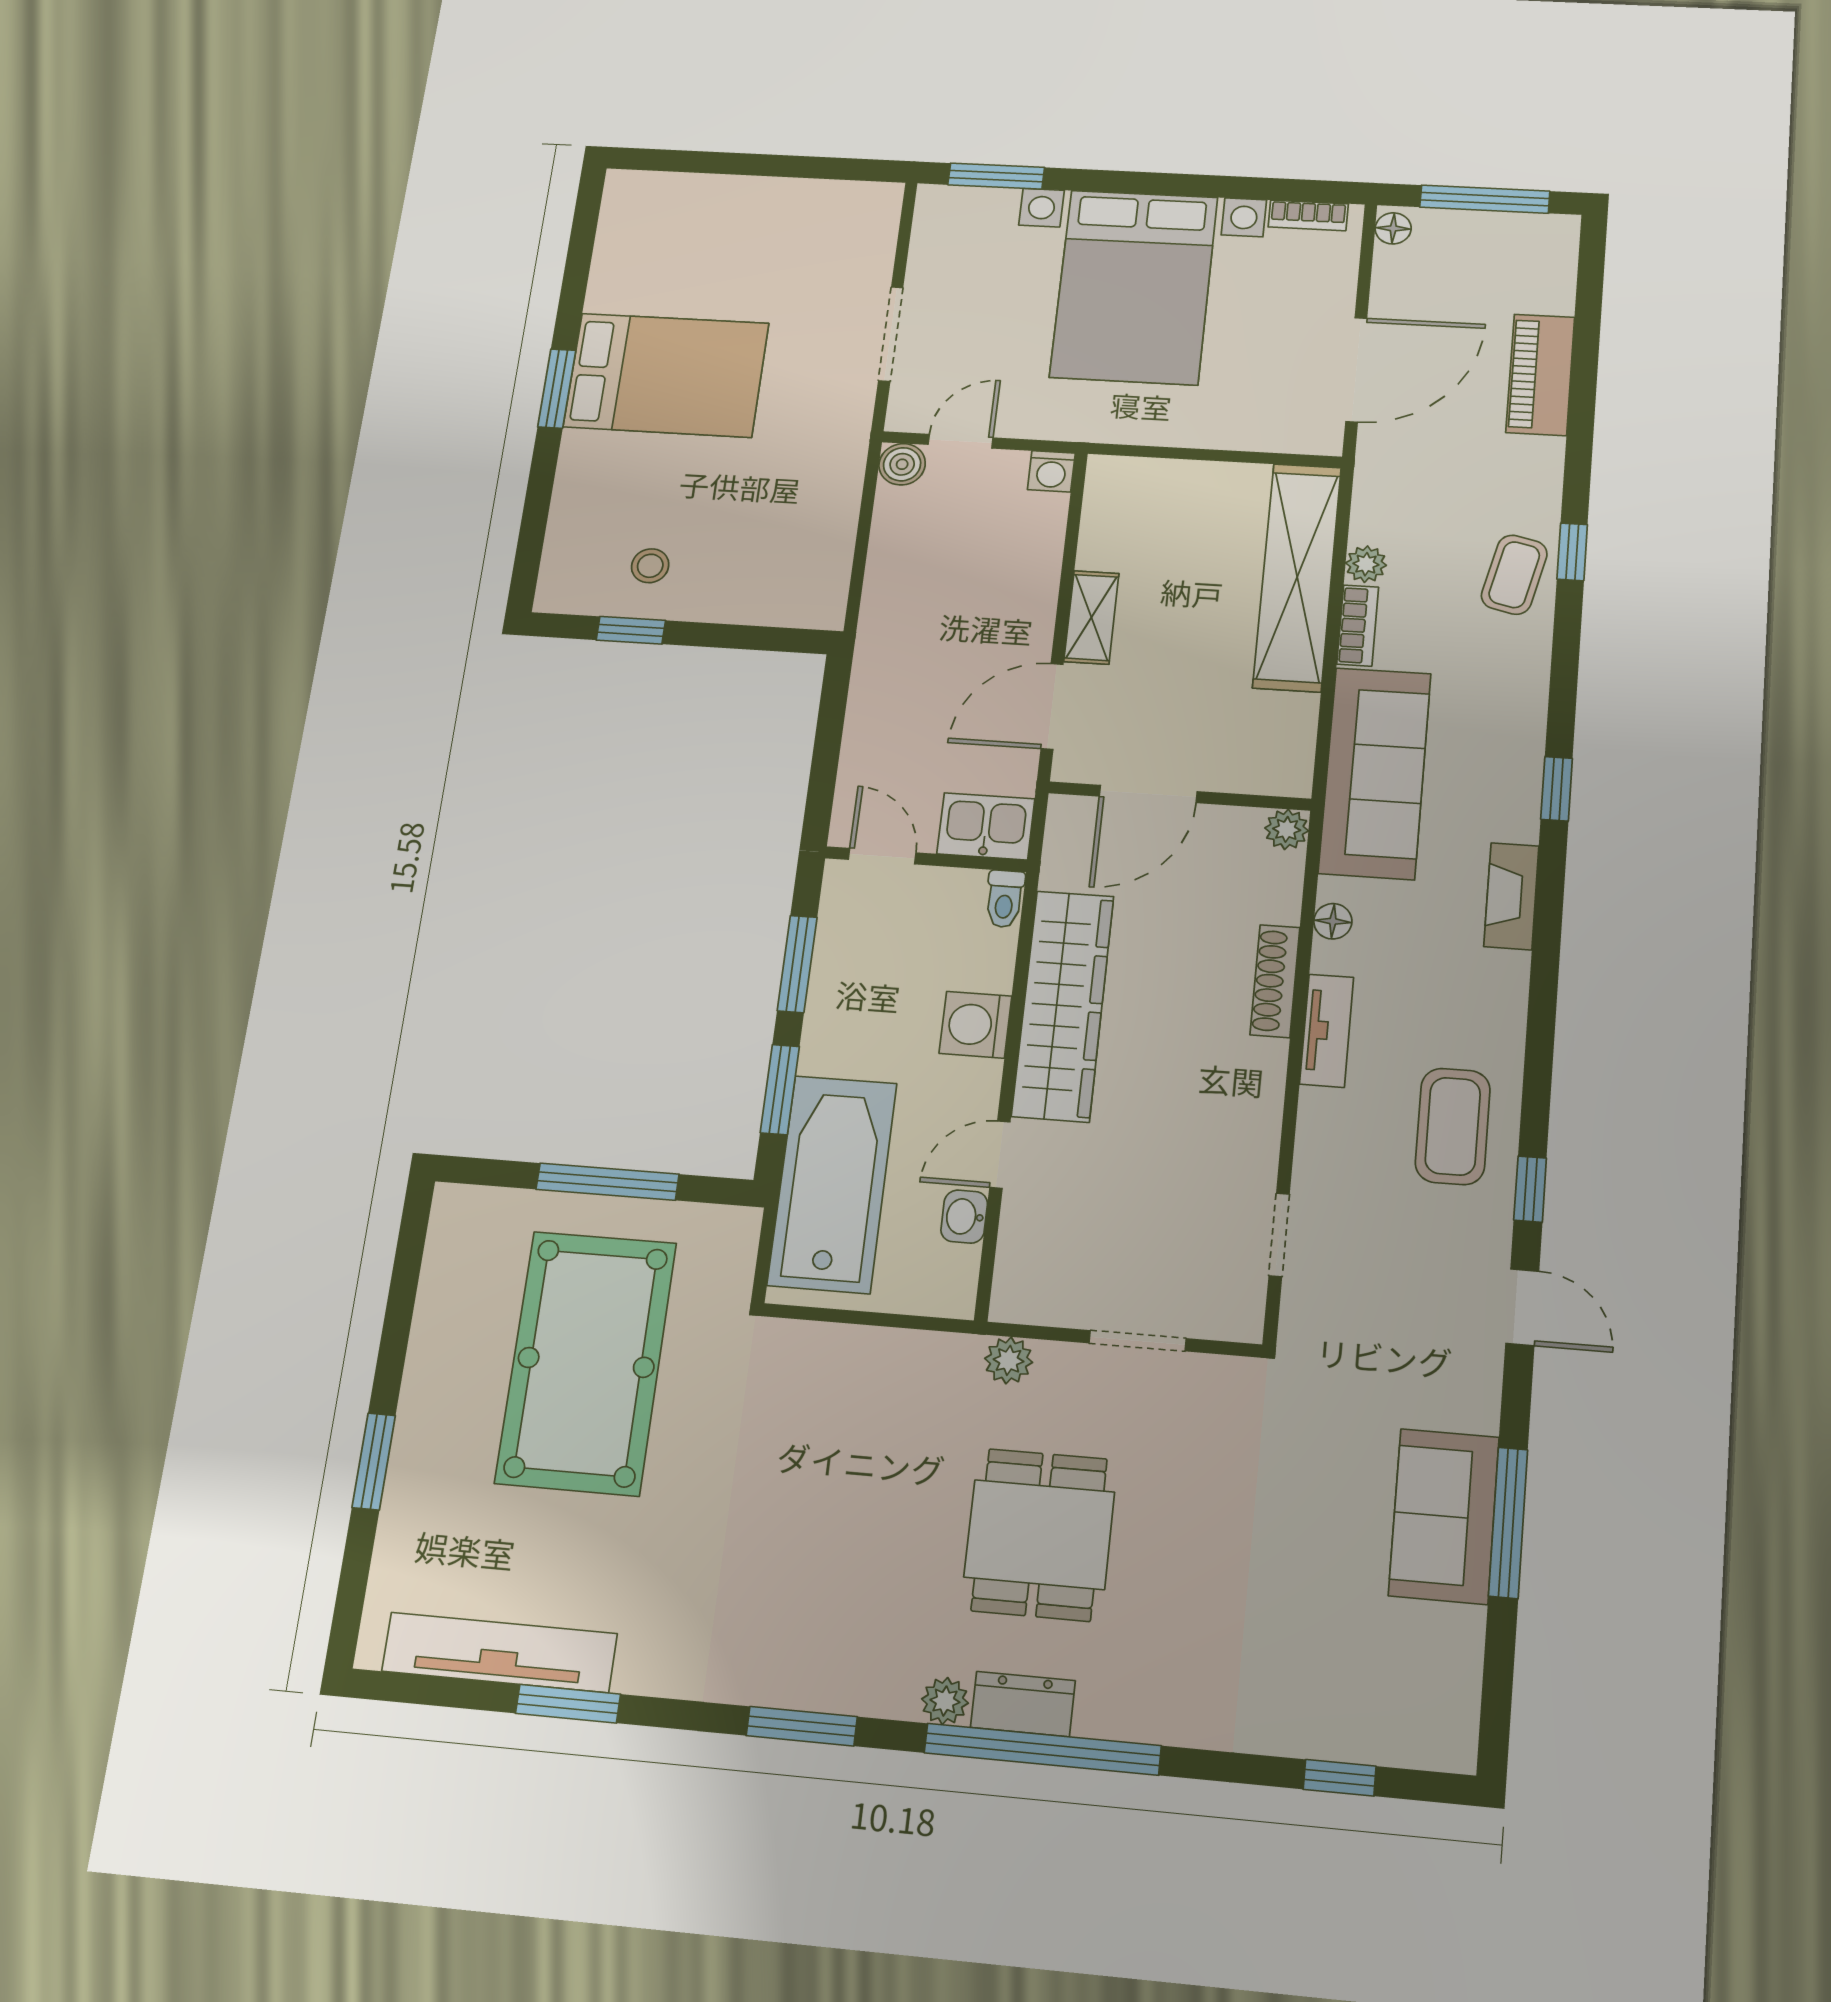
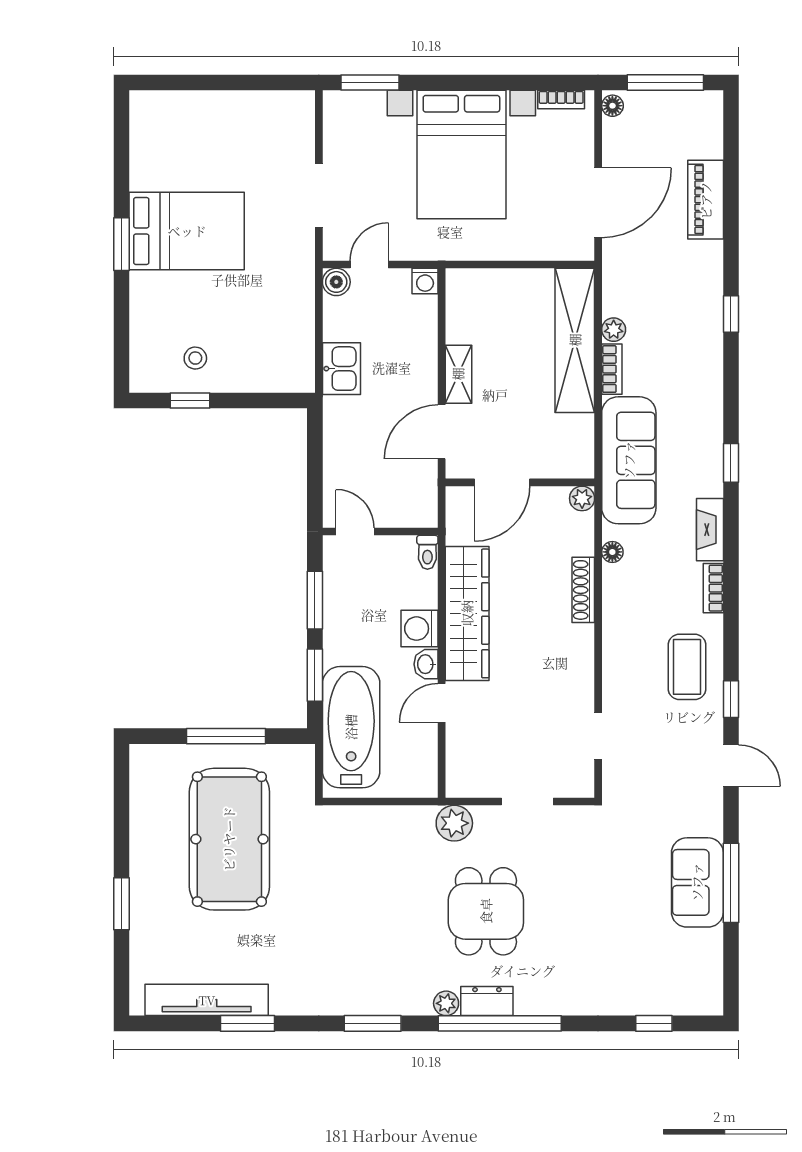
coffee table: (1514, 575) -> (699, 331), removed
kitchen sink: (986, 826) -> (341, 369), moved, turned 90
bookcase: (1511, 995) -> (713, 588), added
tv unit: (1327, 1031) -> (614, 617), removed
washbasin: (964, 1217) -> (426, 664), moved
plant: (1009, 1360) -> (454, 823), width x1.38, depth x1.38

